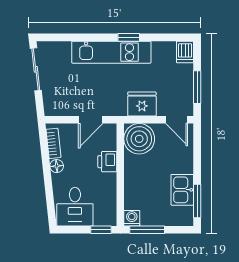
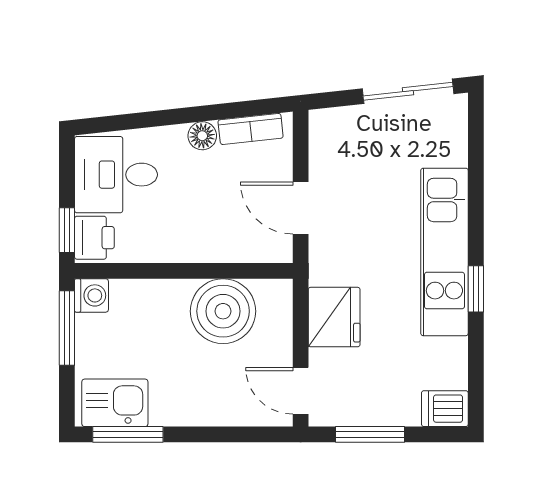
door: (177, 120) -> (301, 391), hinge flipped
boiler: (139, 139) -> (223, 311), moved
printer: (107, 162) -> (94, 238), moved, turned 90
kitchen sink: (182, 190) -> (115, 403), moved

